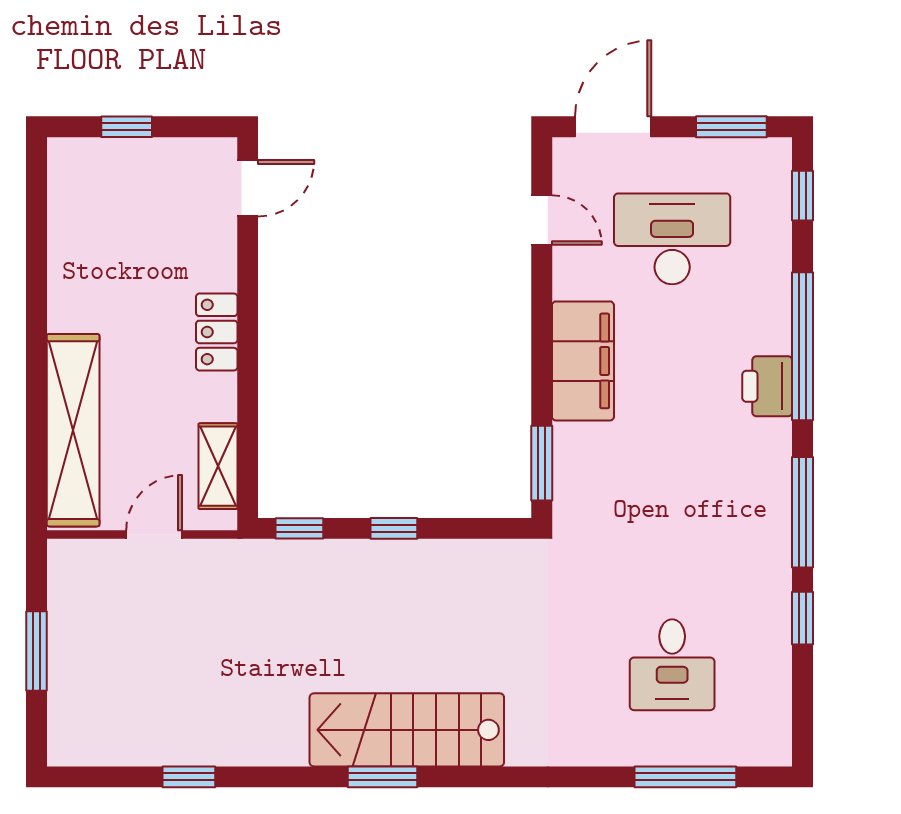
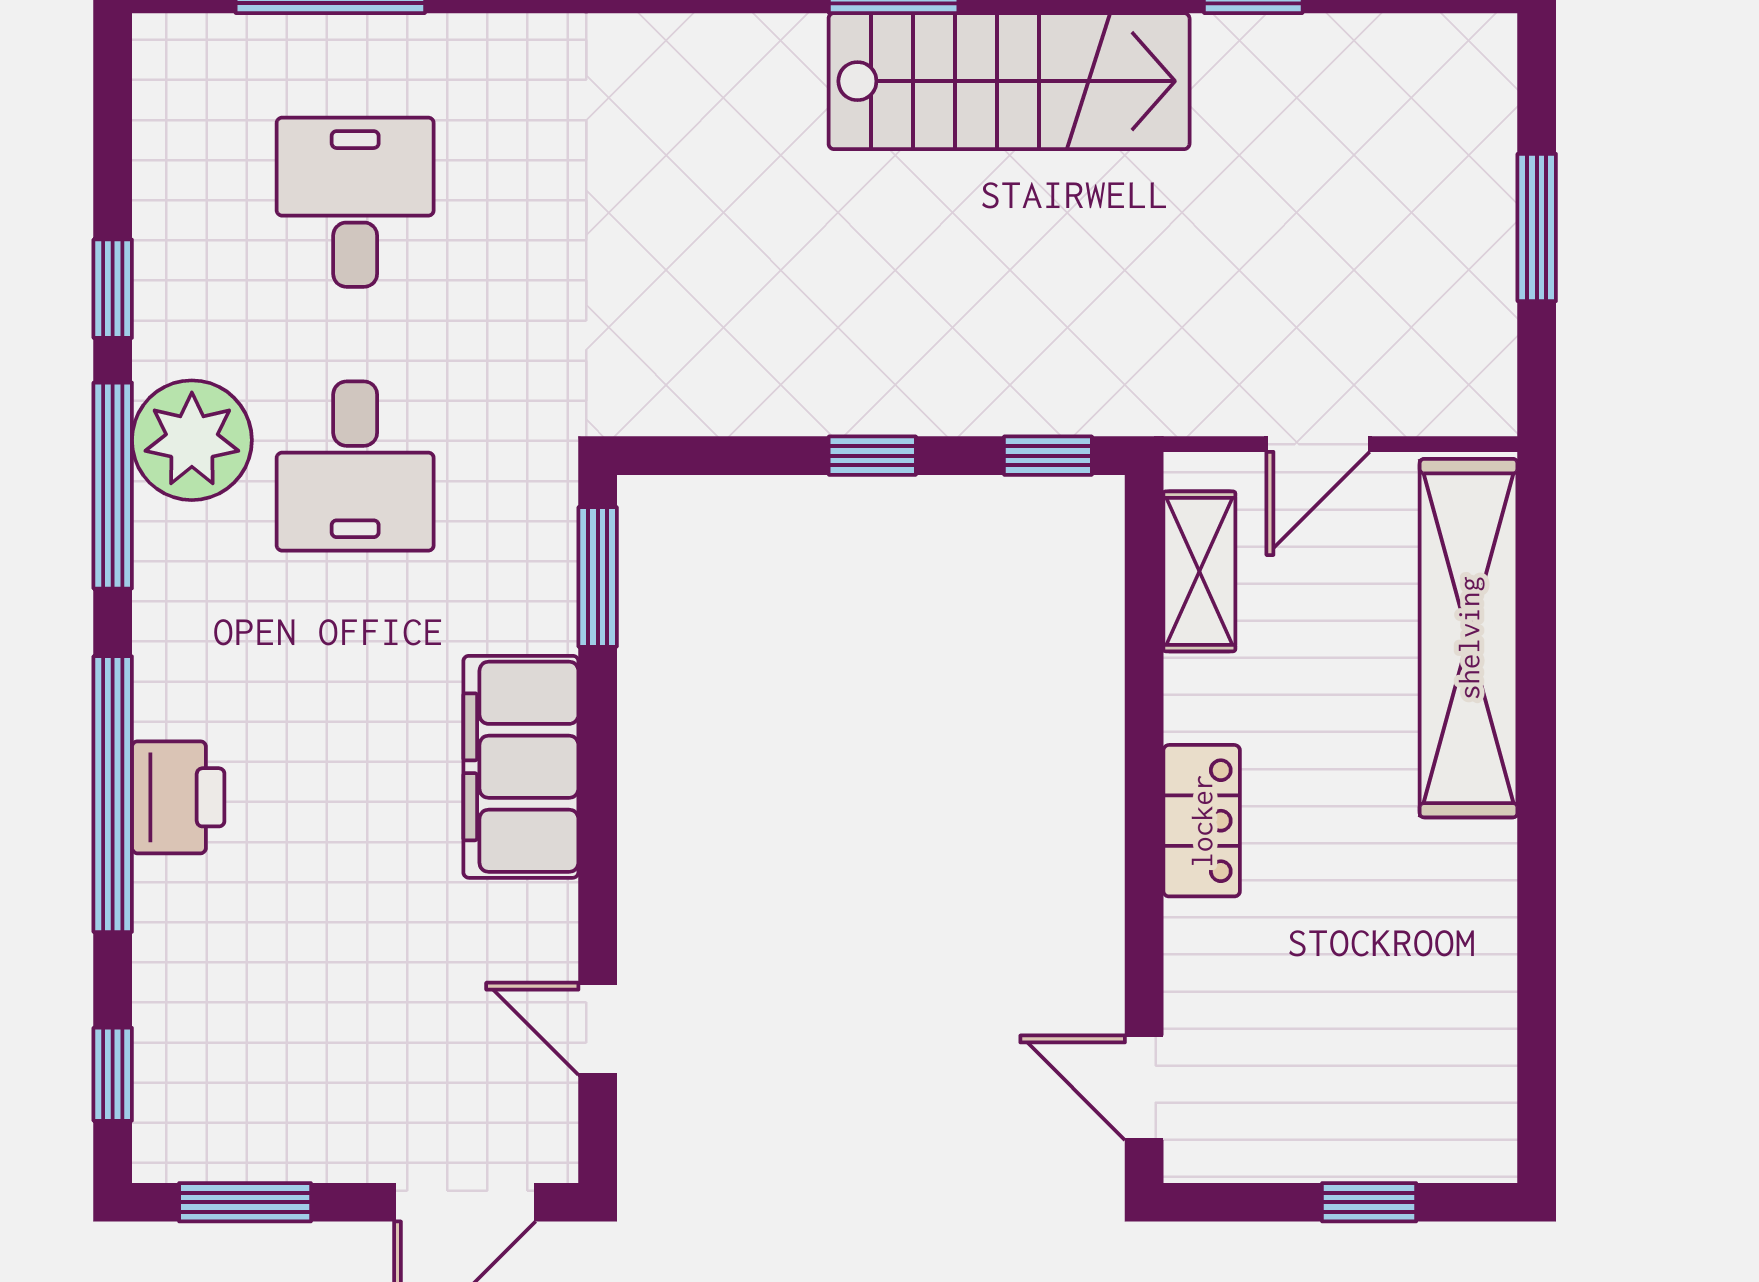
door: (248, 188) -> (1144, 1088), hinge flipped
desk: (672, 239) -> (355, 466), moved, width x0.73
printer: (767, 386) -> (178, 797), moved
plant: (760, 537) -> (192, 440), added
stairs: (407, 730) -> (1009, 81), moved

